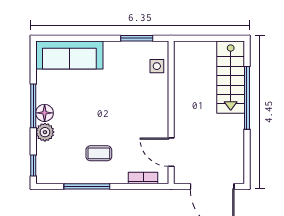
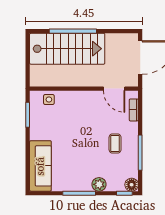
stairs: (231, 77) -> (67, 49), width x1.36, depth x1.51
floor lamp: (45, 113) -> (132, 185), moved
door: (171, 152) -> (114, 89), hinge flipped

